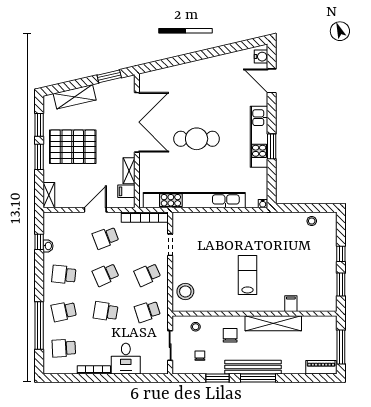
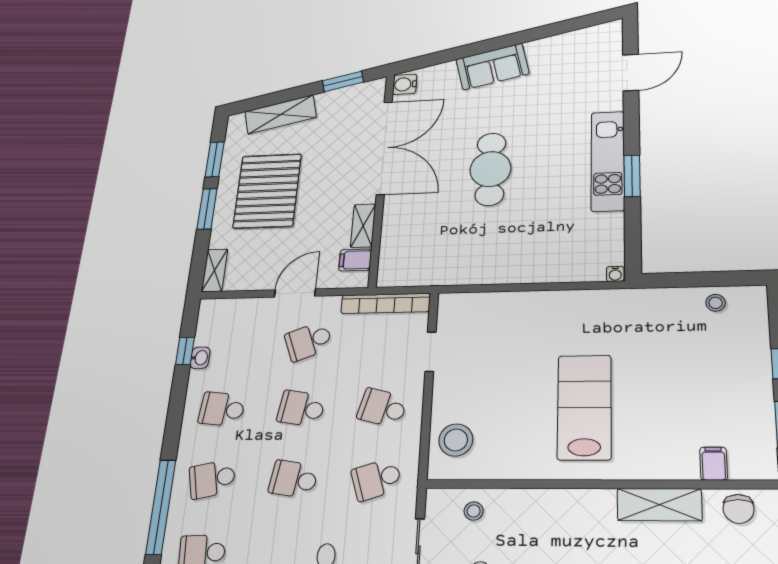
water cooler: (261, 57) -> (405, 84), moved, turned 180
sofa: (195, 72) -> (493, 67), added
door: (272, 81) -> (631, 73), swing flipped
cafe table: (197, 139) -> (490, 169), turned 90
pallet: (73, 147) -> (267, 191), turned 90
kitchen unit: (194, 200) -> (482, 271), removed
school desk: (106, 275) -> (301, 409), turned 33
school desk: (147, 275) -> (382, 408), turned 39
lab bench: (247, 275) -> (584, 407), width x1.36, depth x1.39
filing cabinet: (291, 304) -> (714, 464), moved
shelving: (273, 323) -> (659, 505), width x0.68
chair: (230, 335) -> (739, 509), moved, turned 180

